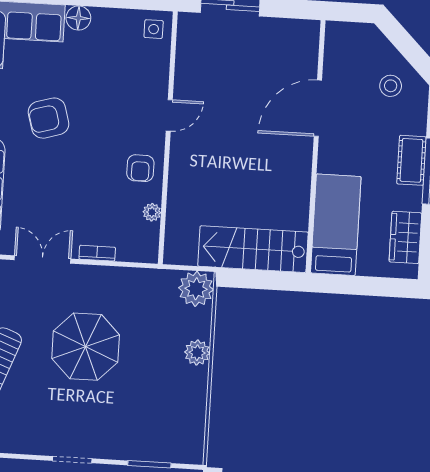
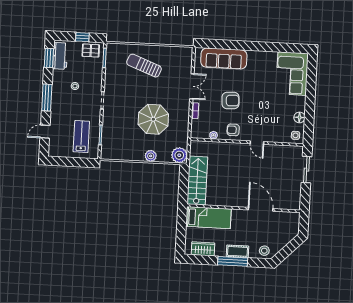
floor lamp: (78, 18) -> (299, 117), moved
stool: (391, 86) -> (264, 251), moved
armchair: (49, 118) -> (231, 101), moved, turned 103
parasol: (86, 347) -> (153, 119), moved

